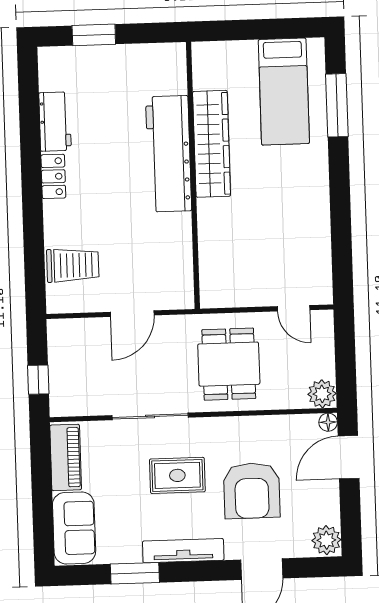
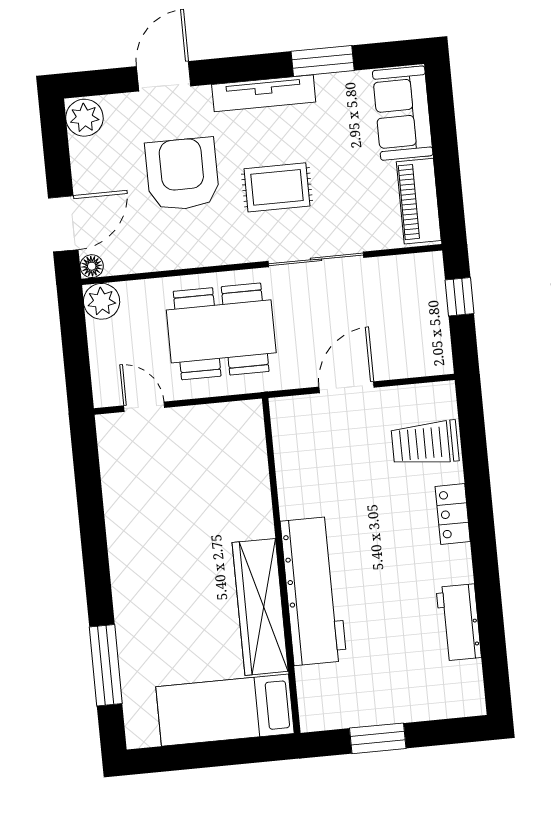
window: (94, 35) -> (378, 738), moved
bed: (284, 92) -> (225, 710), moved, turned -90
locker: (53, 176) -> (453, 514), moved
dining table: (229, 364) -> (221, 331), width x1.38

